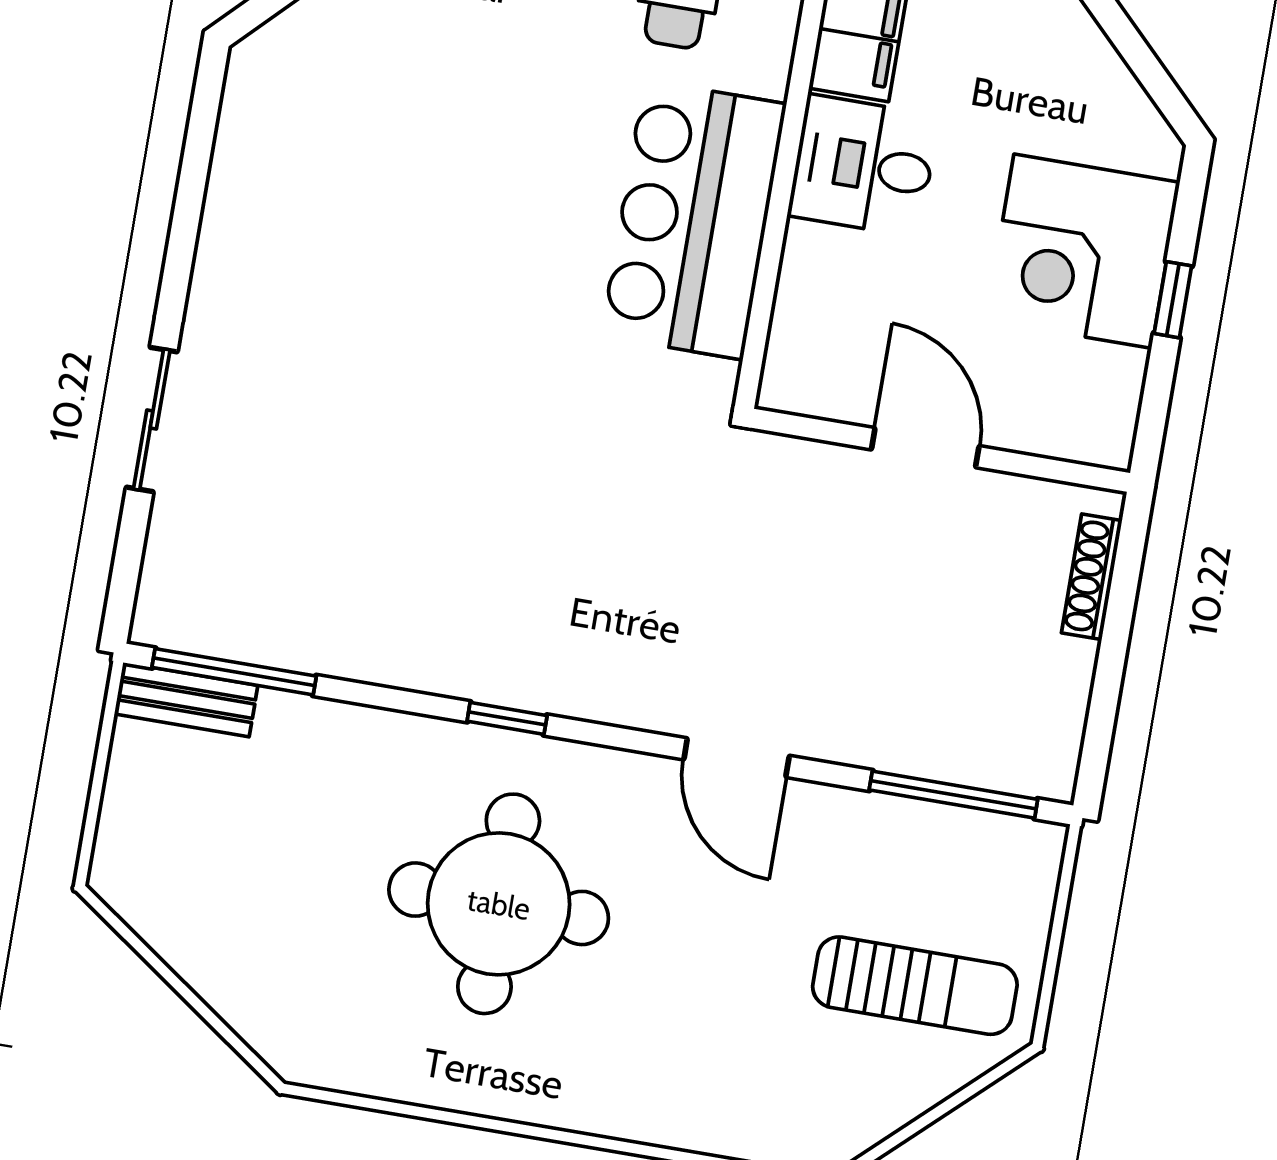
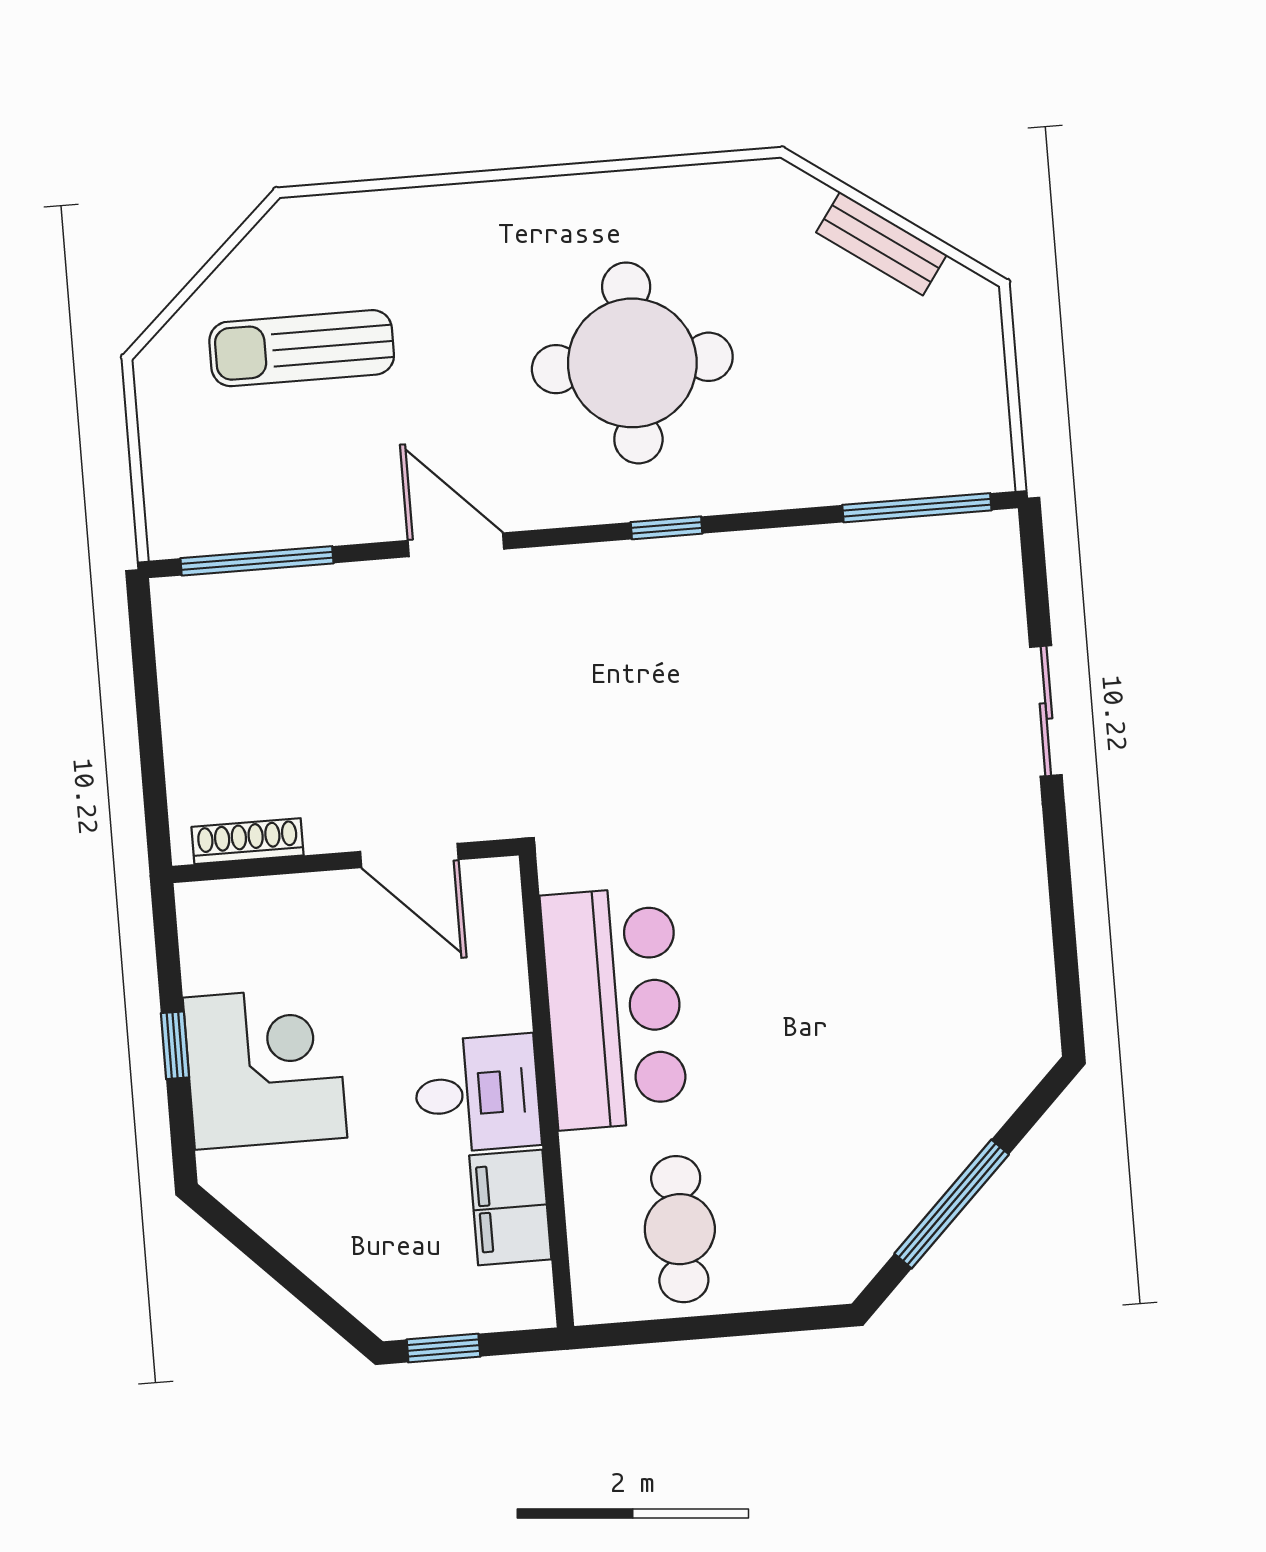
door: (925, 448) -> (409, 856), moved
shoe rack: (1092, 577) -> (248, 841), moved, turned -90
bench: (186, 700) -> (881, 244), moved, turned 35
sun lounger: (915, 986) -> (302, 348), moved

